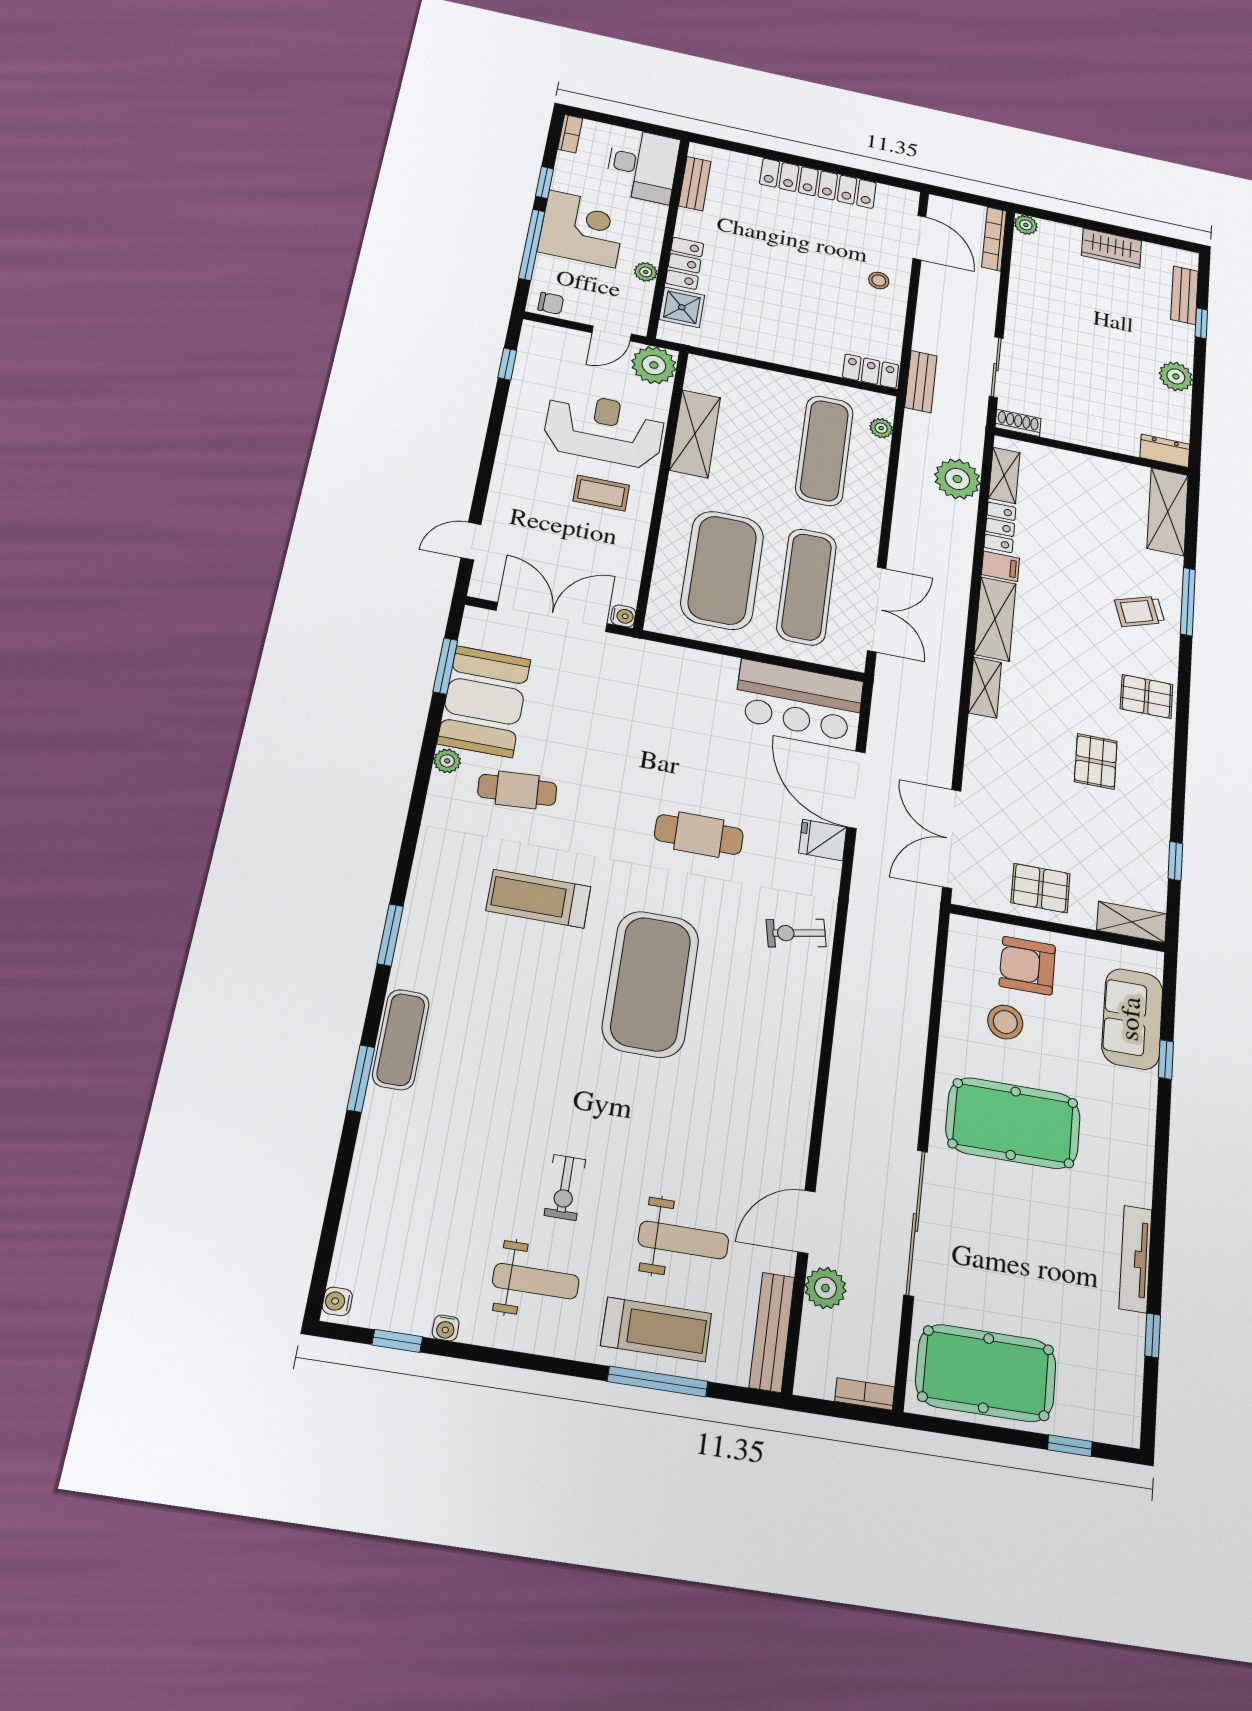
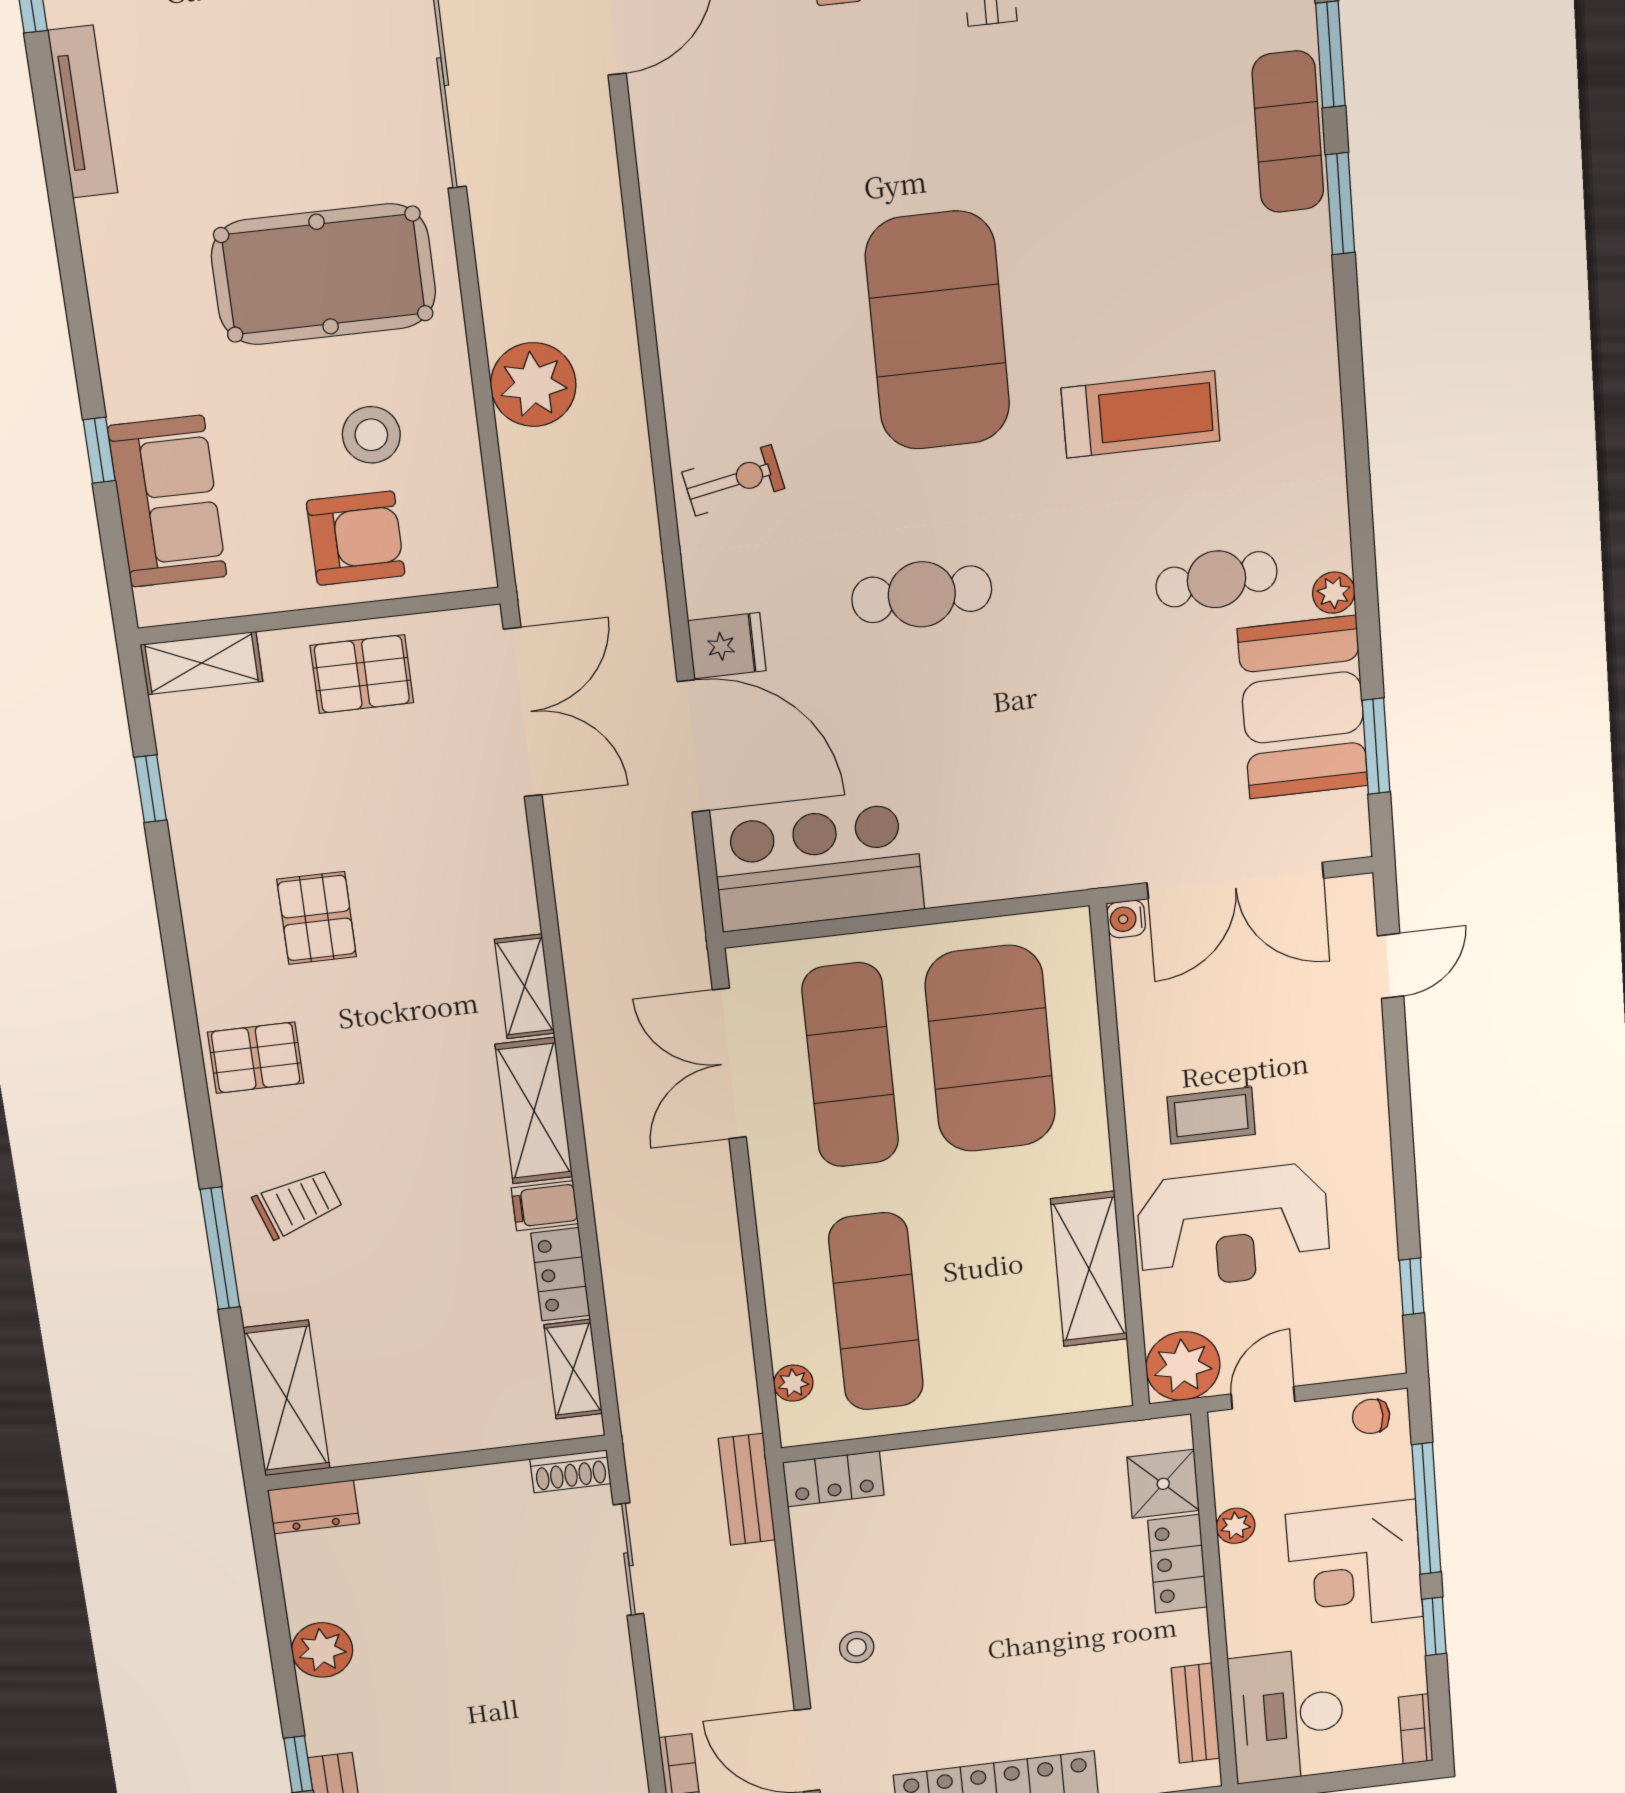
plant: (957, 479) -> (533, 385), moved
window: (390, 935) -> (1340, 204), moved

